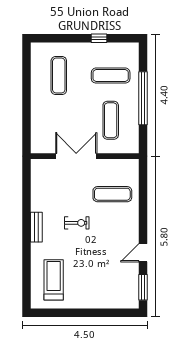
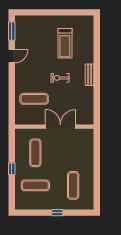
window: (99, 38) -> (57, 213), moved
window: (143, 98) -> (12, 169), width x0.32
double door: (76, 156) -> (60, 127), swing flipped
treadmill: (54, 280) -> (65, 43), moved

